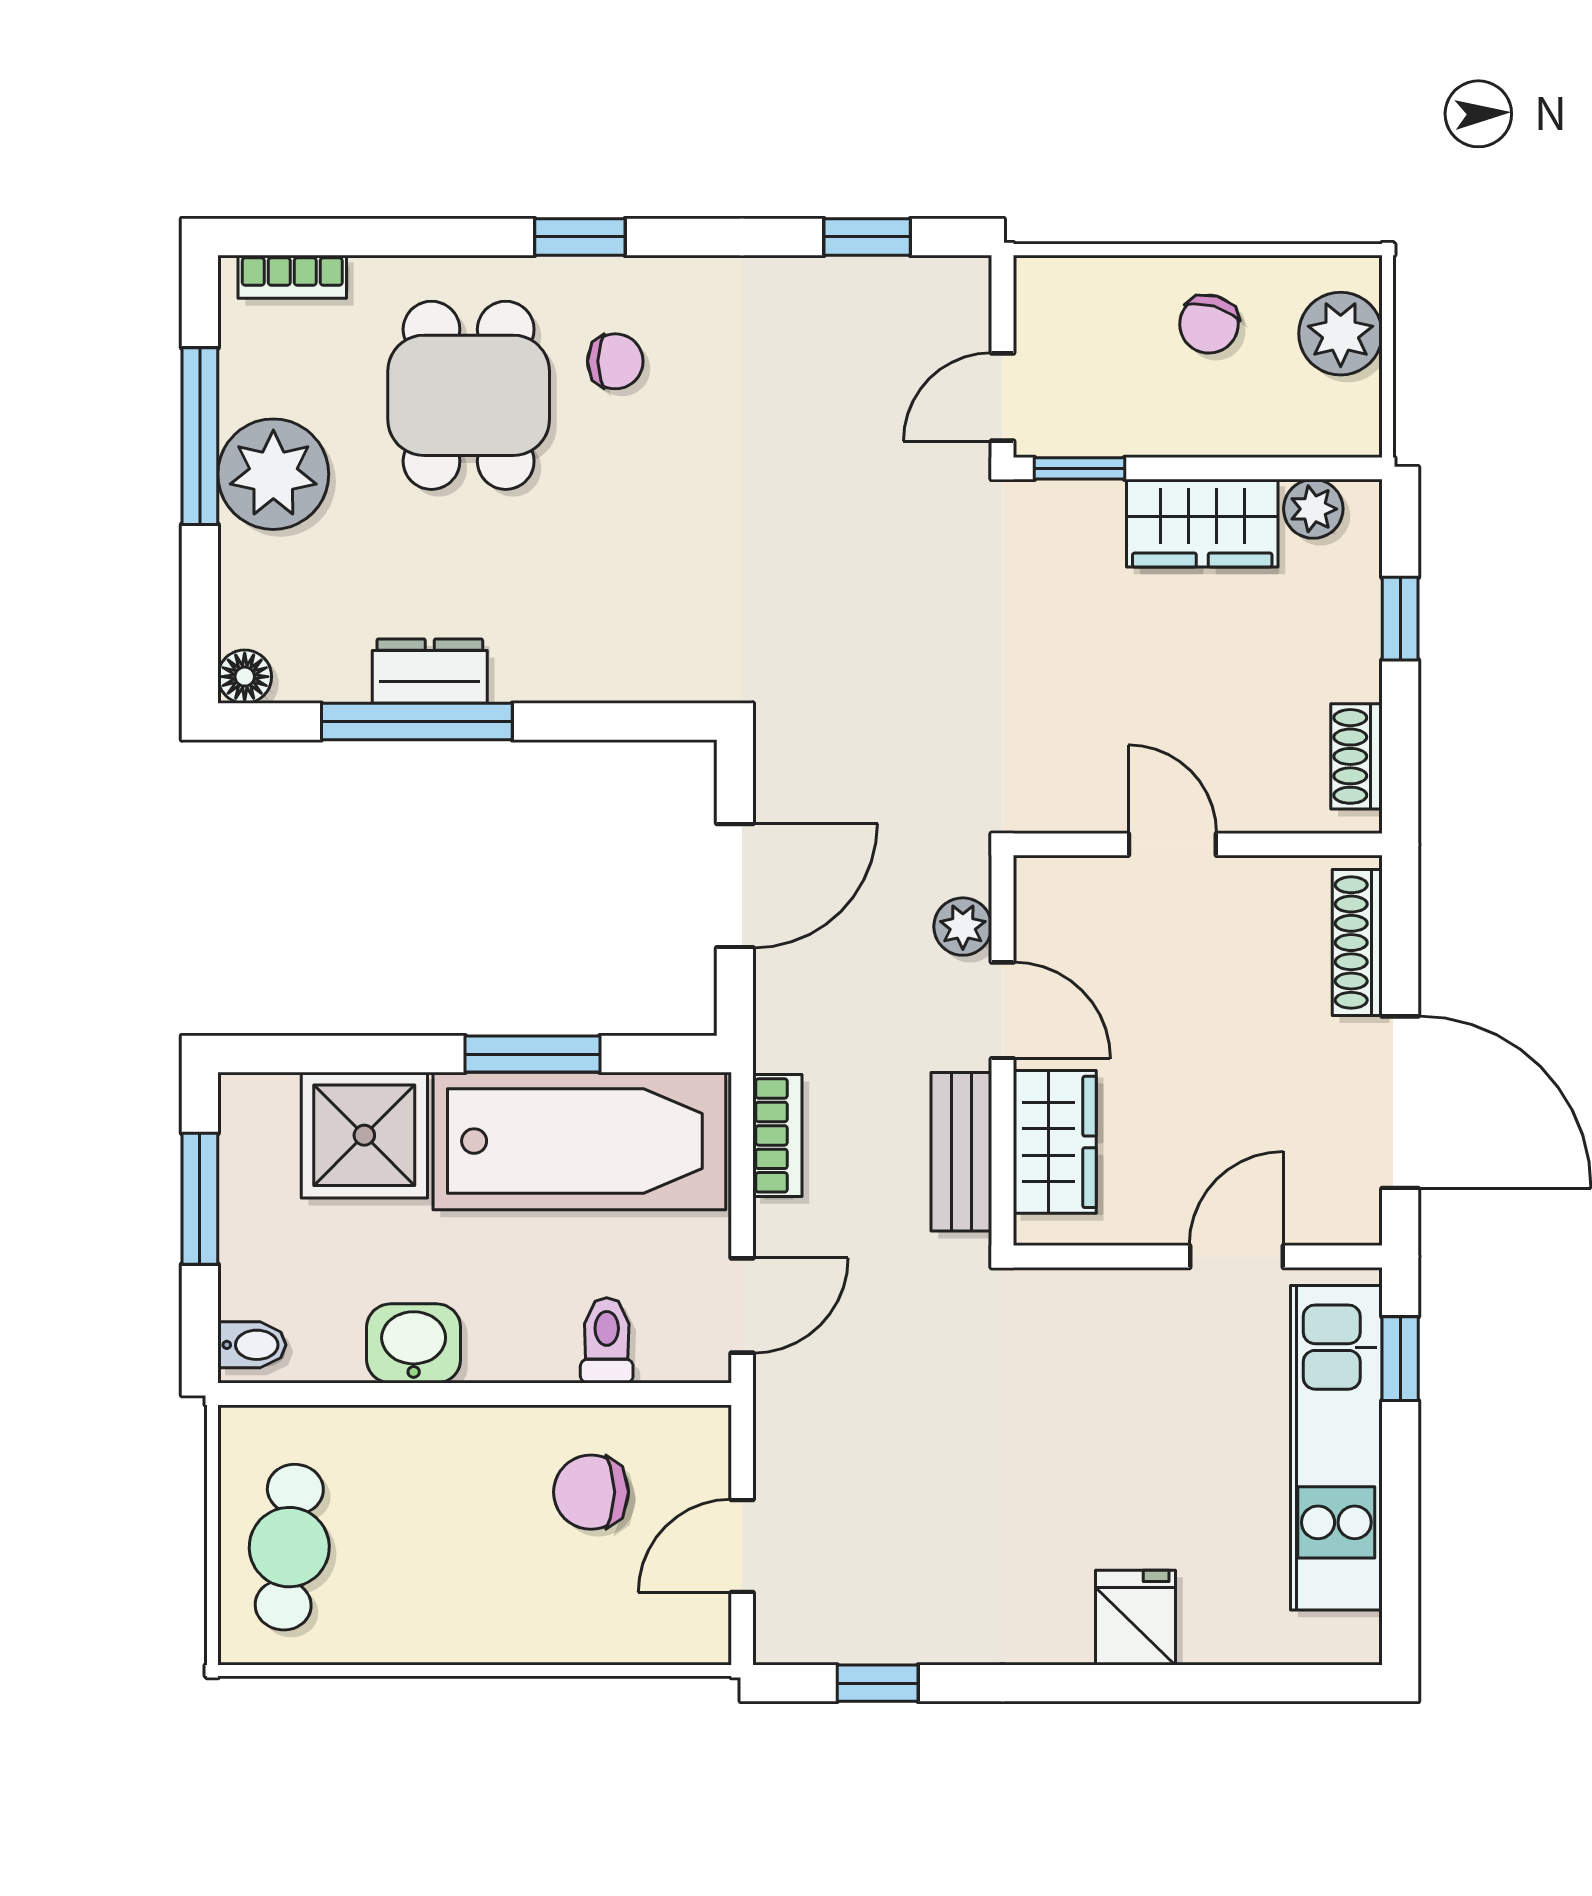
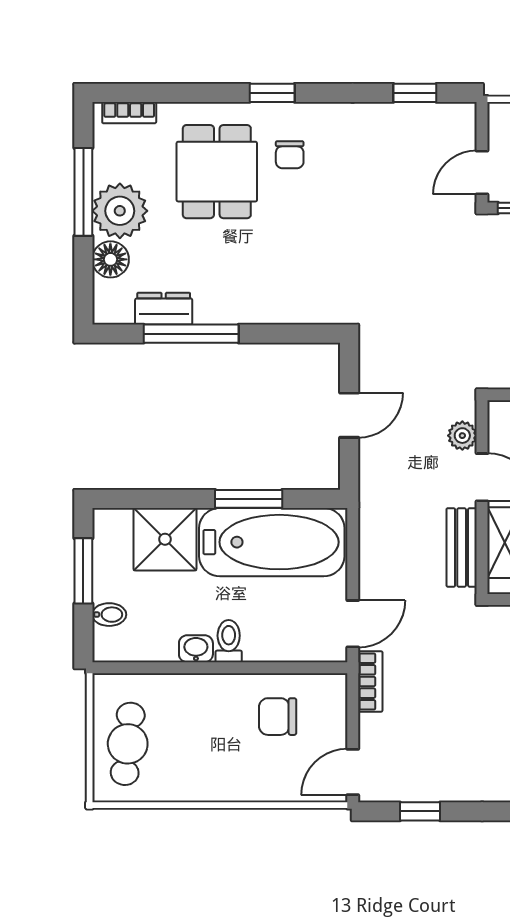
chair: (615, 361) -> (290, 155), turned 90
dresser: (430, 671) -> (164, 309), moved
floor lamp: (245, 677) -> (110, 259), moved, width x1.37, depth x1.37
door: (735, 886) -> (349, 415), width x0.73
bookcase: (777, 1135) -> (370, 681), moved
toilet: (607, 1340) -> (229, 641), moved
washbasin: (414, 1343) -> (196, 649), width x0.72, depth x0.69
bidet: (252, 1345) -> (109, 615), moved
door: (742, 1546) -> (353, 772), moved

